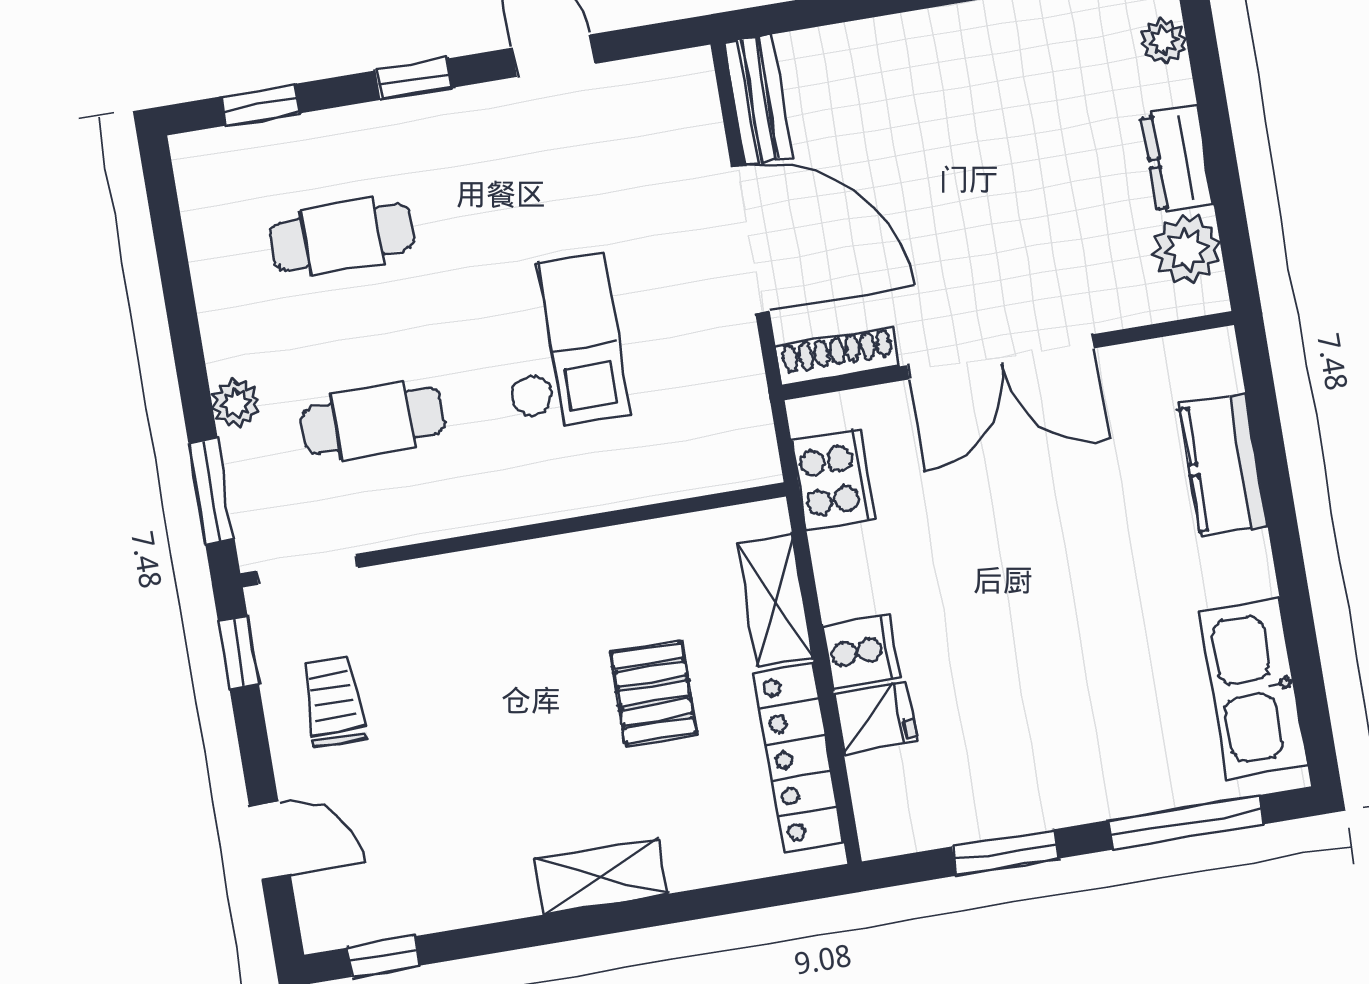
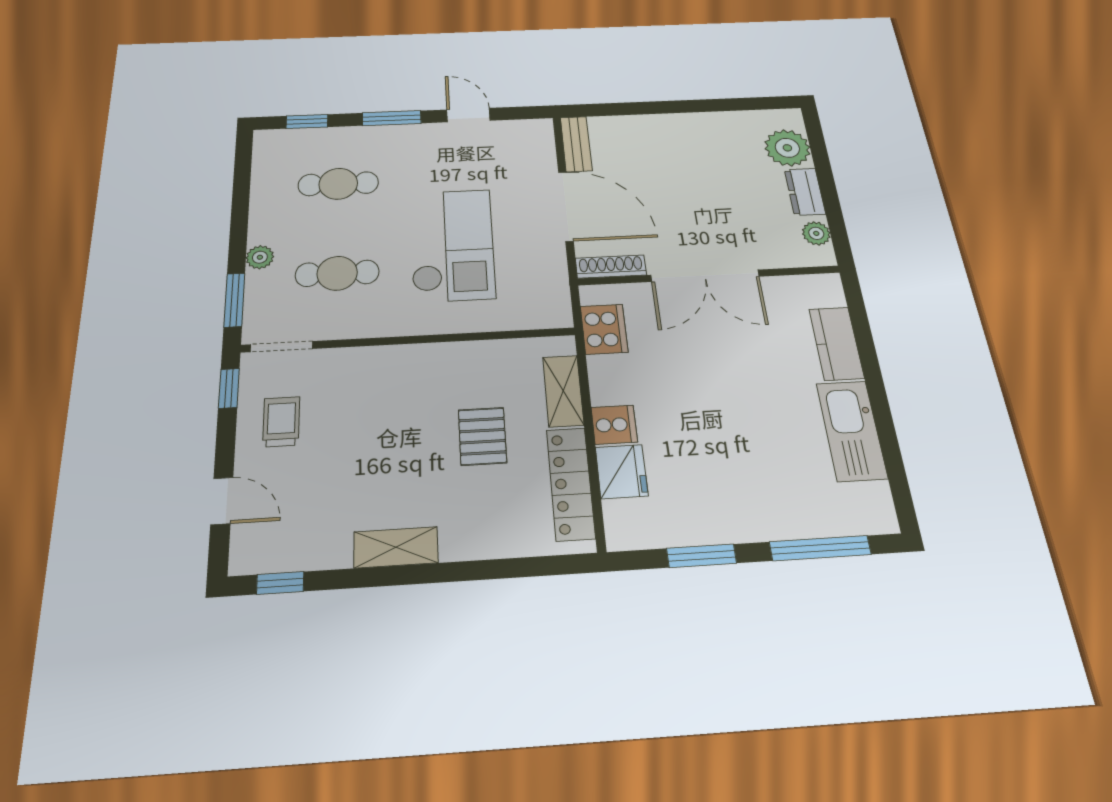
plant: (1164, 41) -> (787, 148), width x1.88, depth x1.88
window: (414, 79) -> (392, 118), width x1.50
plant: (1186, 249) -> (816, 233), width x0.73, depth x0.73
checkout: (560, 342) -> (452, 245), width x1.36, depth x1.21
kitchen sink: (1253, 688) -> (852, 431), moved
fridge: (875, 718) -> (622, 472), width x1.38
shelving: (601, 876) -> (396, 547), moved

